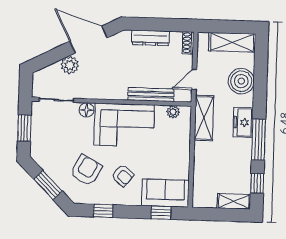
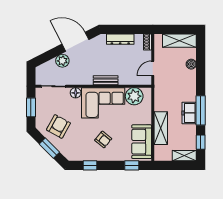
boiler: (241, 81) -> (191, 64), width x0.54, depth x0.54
bench: (151, 95) -> (106, 80), moved, width x0.73
plant: (173, 112) -> (134, 96), width x1.87, depth x1.87
shelving: (204, 118) -> (161, 128), moved
freezer: (243, 122) -> (189, 113), moved
armchair: (86, 170) -> (58, 126), moved
sofa: (165, 193) -> (142, 142), moved, turned -90

